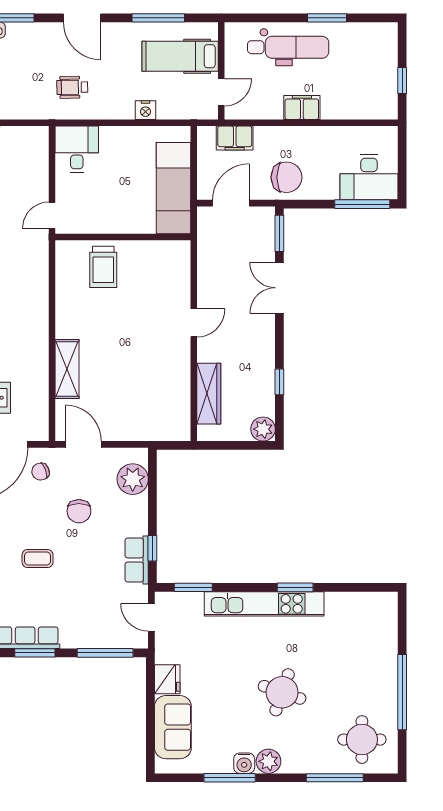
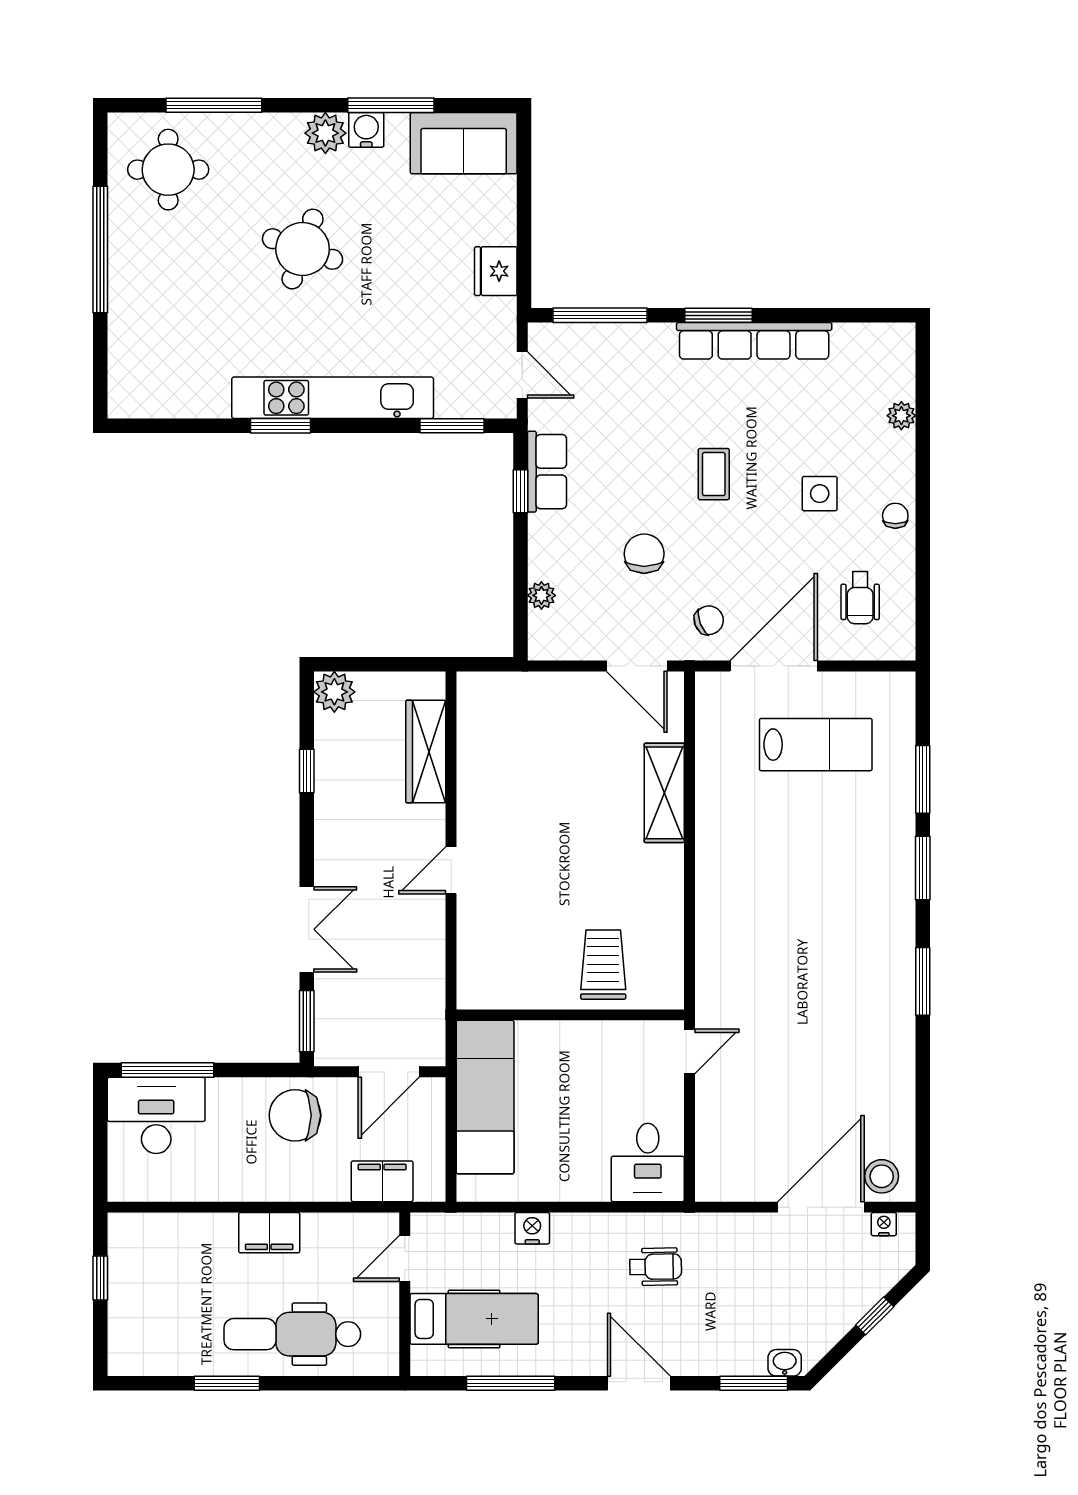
plant: (133, 479) -> (541, 595), width x0.53, depth x0.53
coffee table: (38, 559) -> (714, 474), turned 90
sofa: (173, 727) -> (464, 143), moved, turned -90

